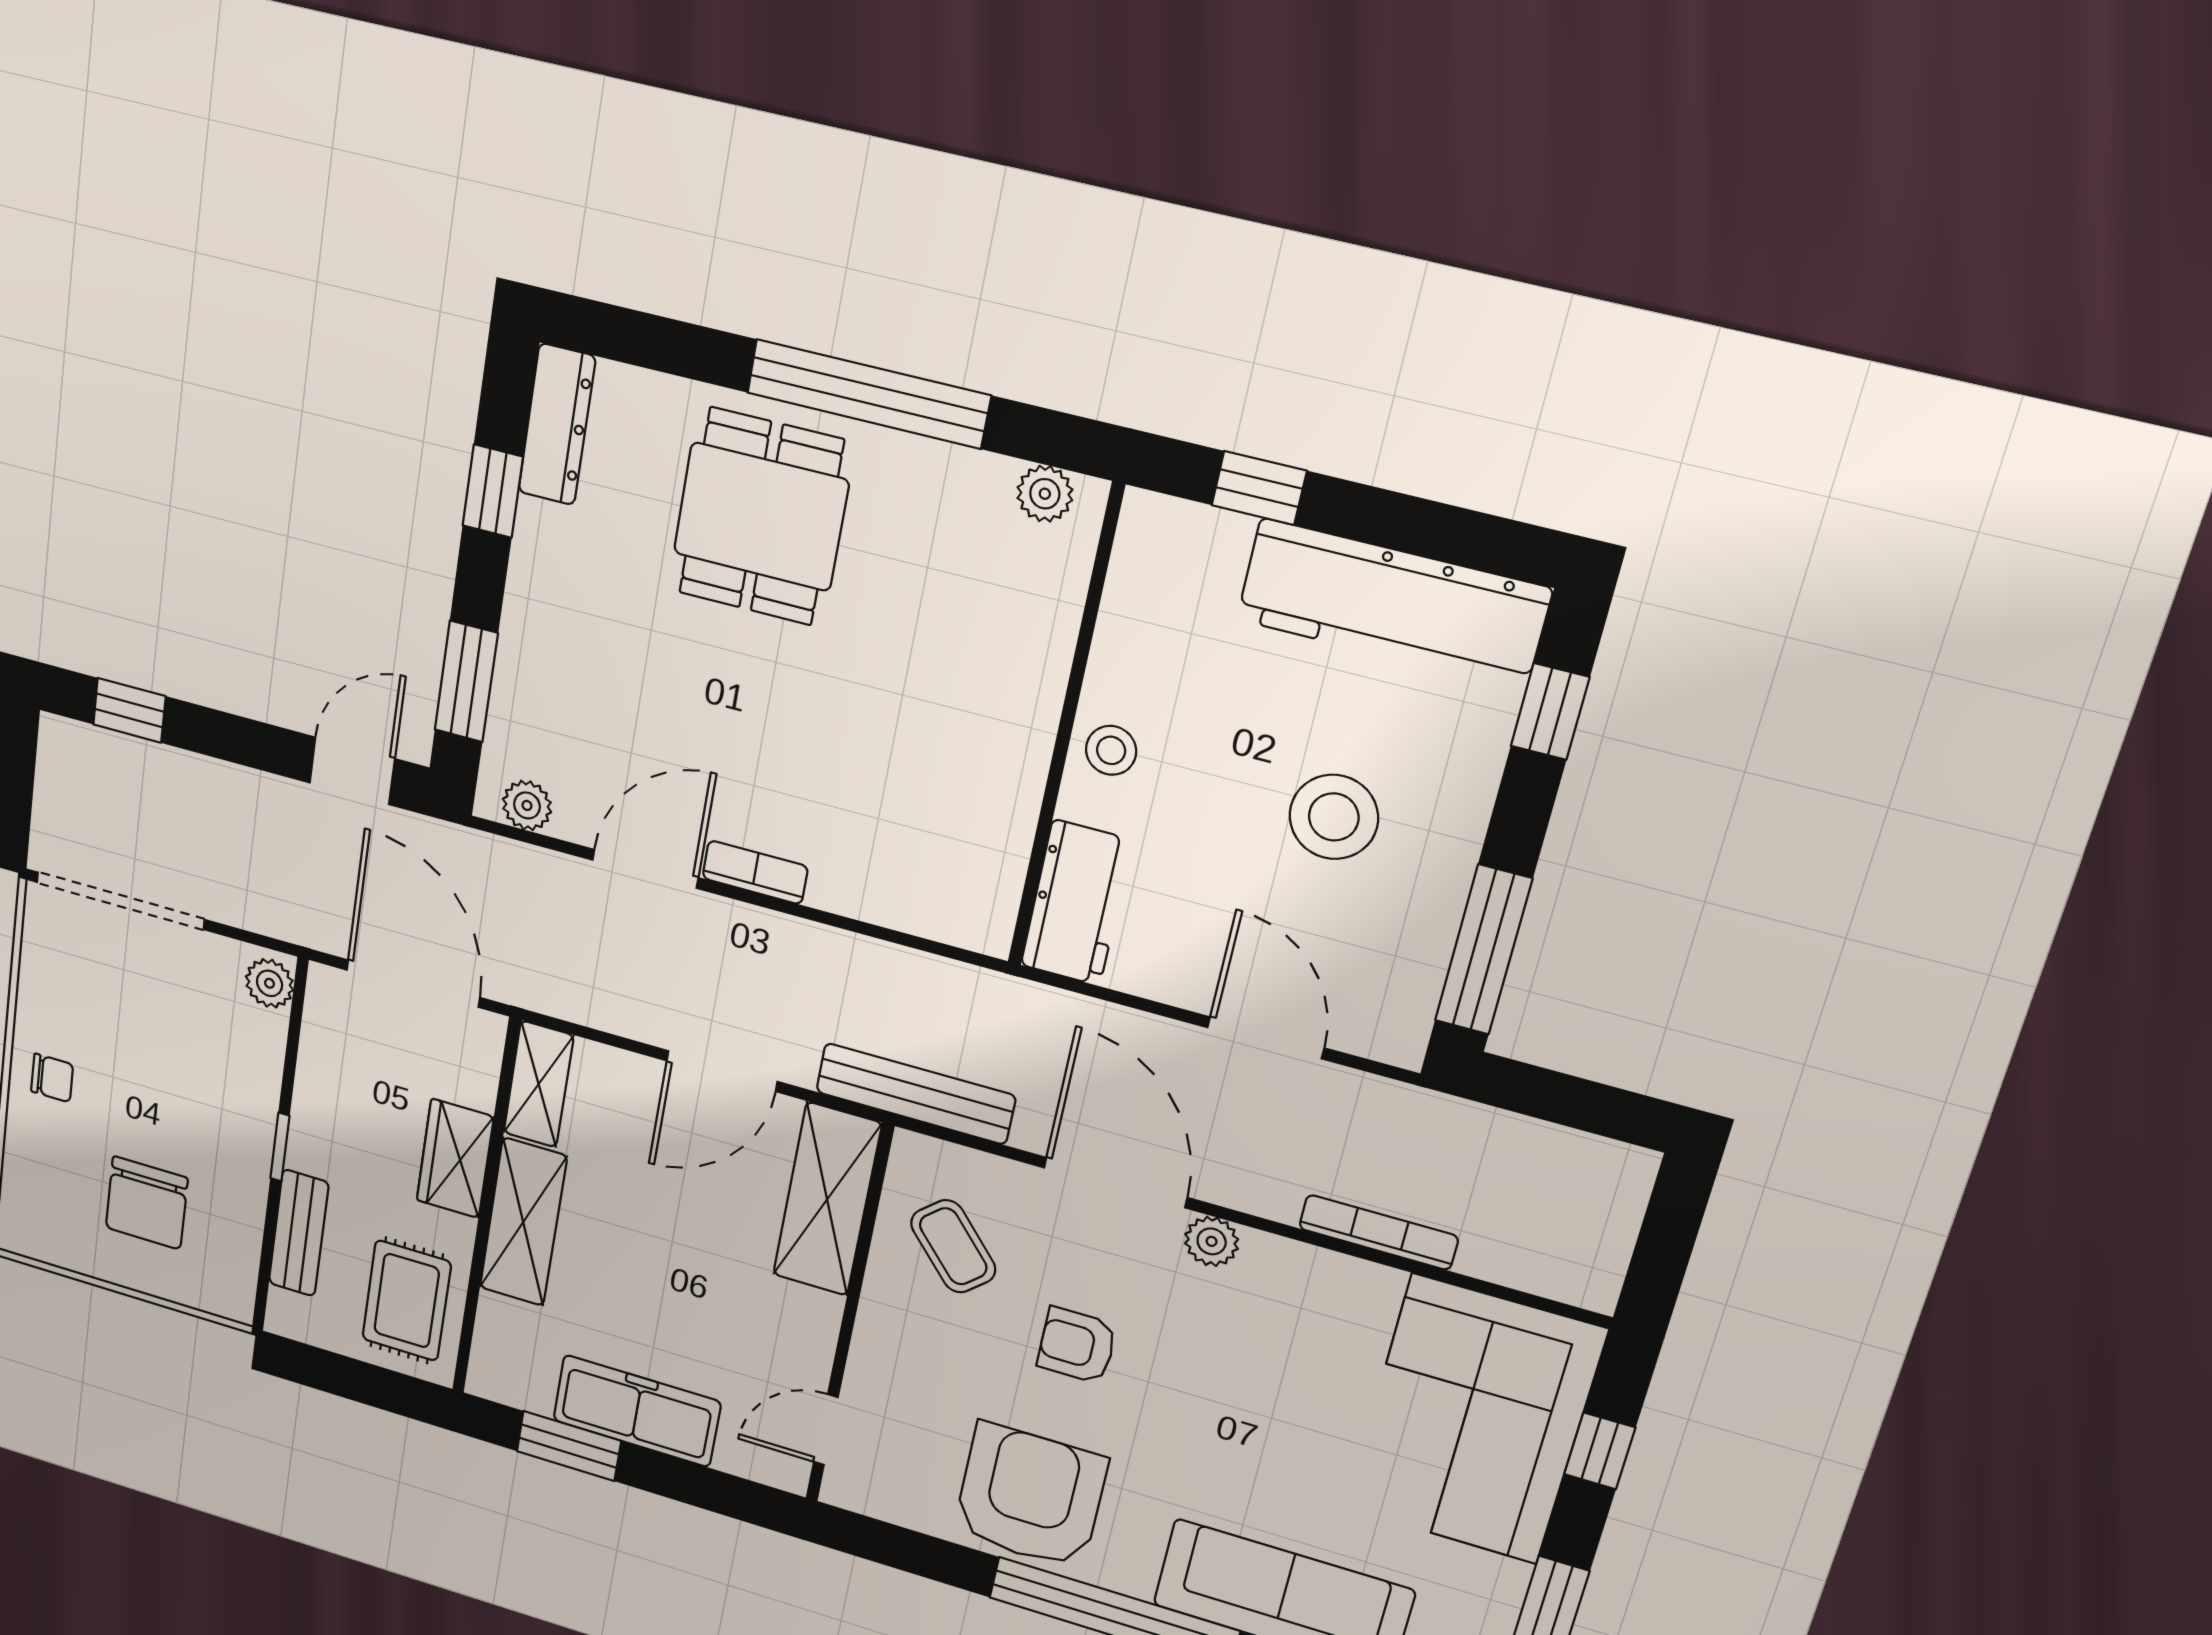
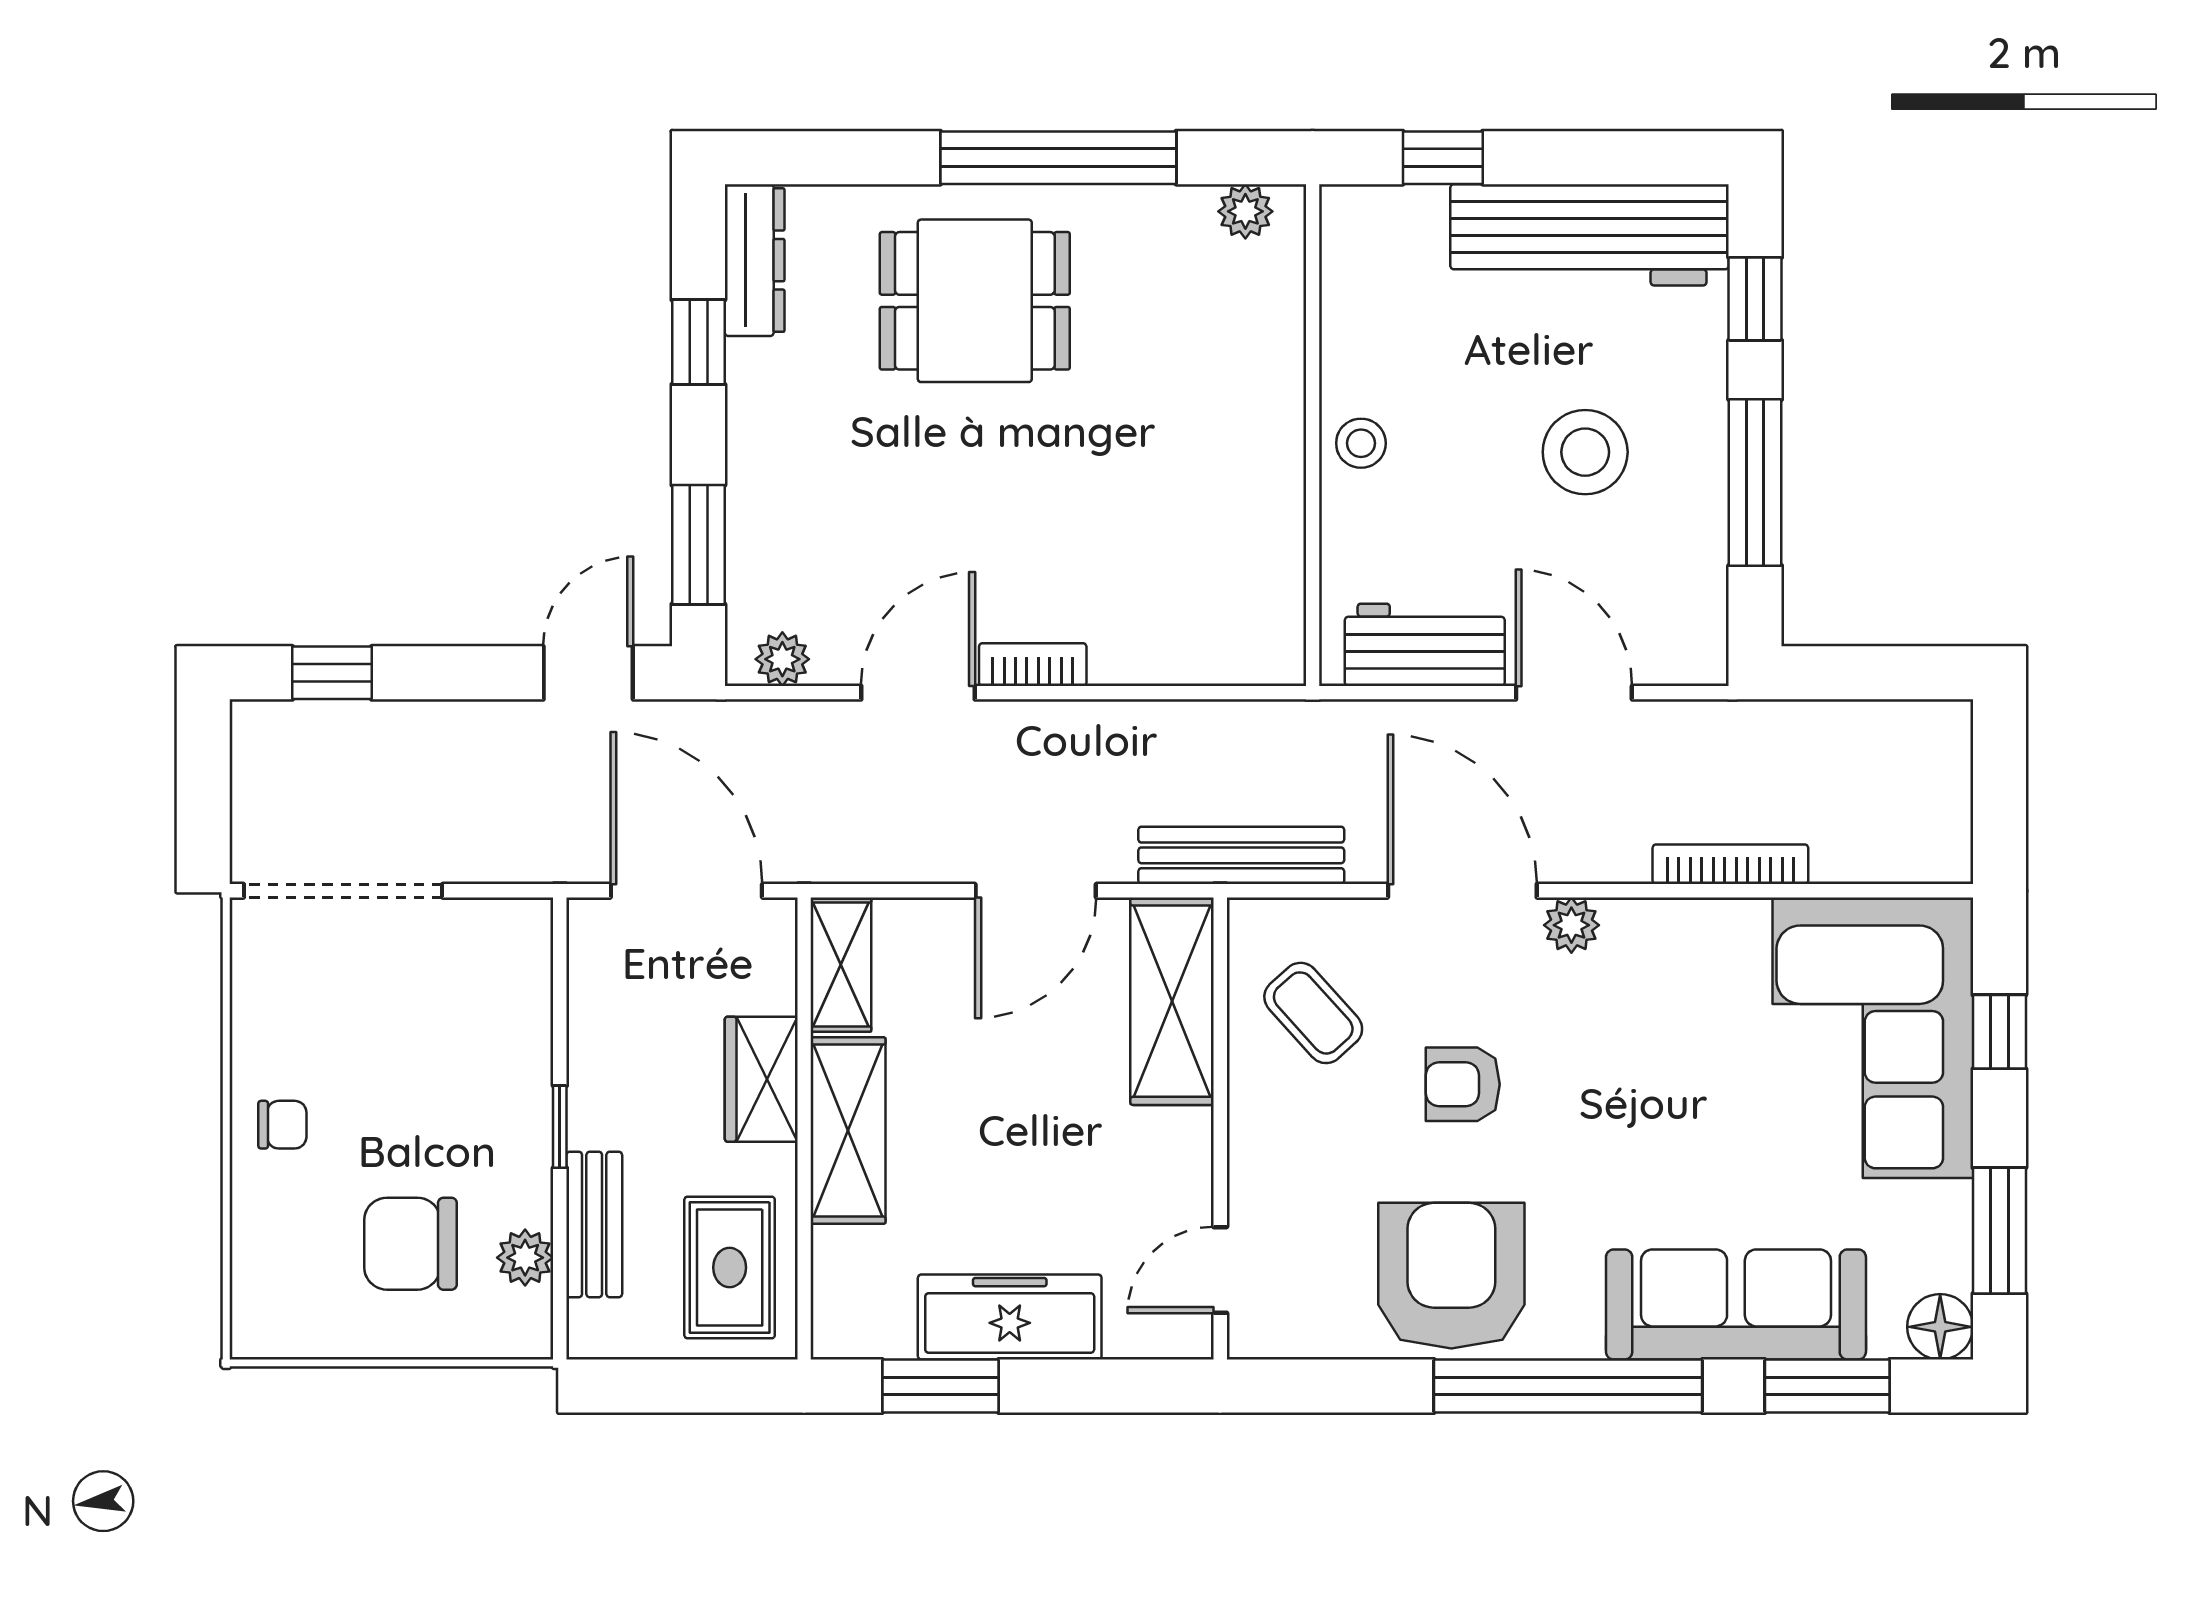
dining table: (761, 517) -> (975, 301), turned 90
workbench: (1076, 903) -> (1425, 645), moved, turned -90
window: (1483, 950) -> (1755, 483), moved
plant: (269, 983) -> (525, 1258), moved
chair: (147, 1203) -> (411, 1244), turned 90

